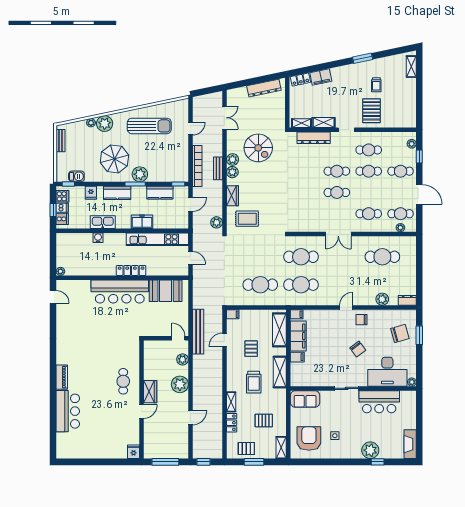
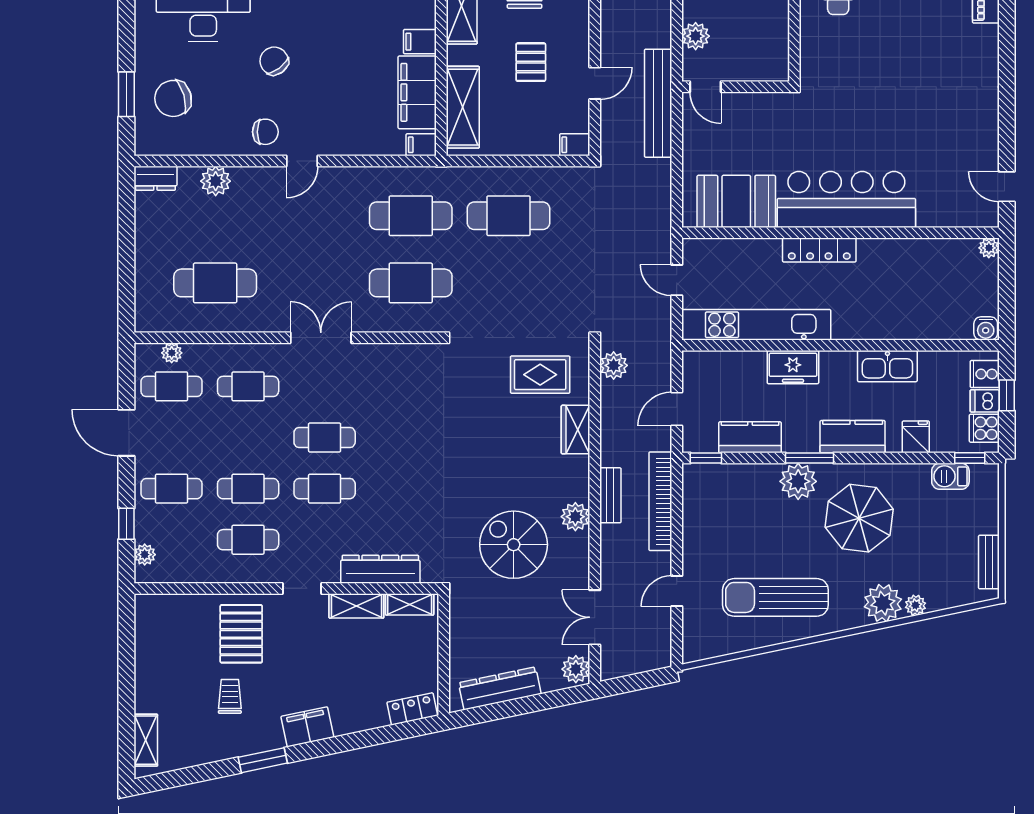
filing cabinet: (321, 77) -> (307, 727), moved
plant: (232, 172) -> (576, 669), moved
water cooler: (98, 238) -> (986, 328), moved

